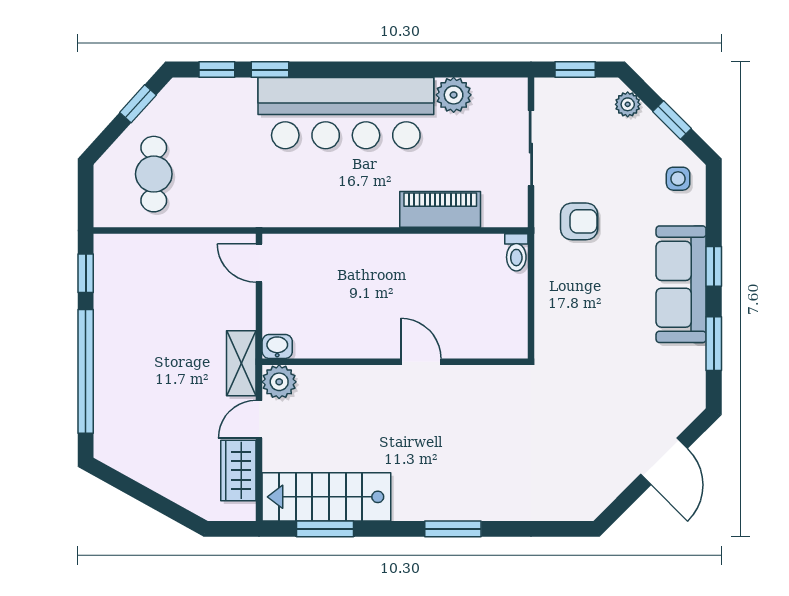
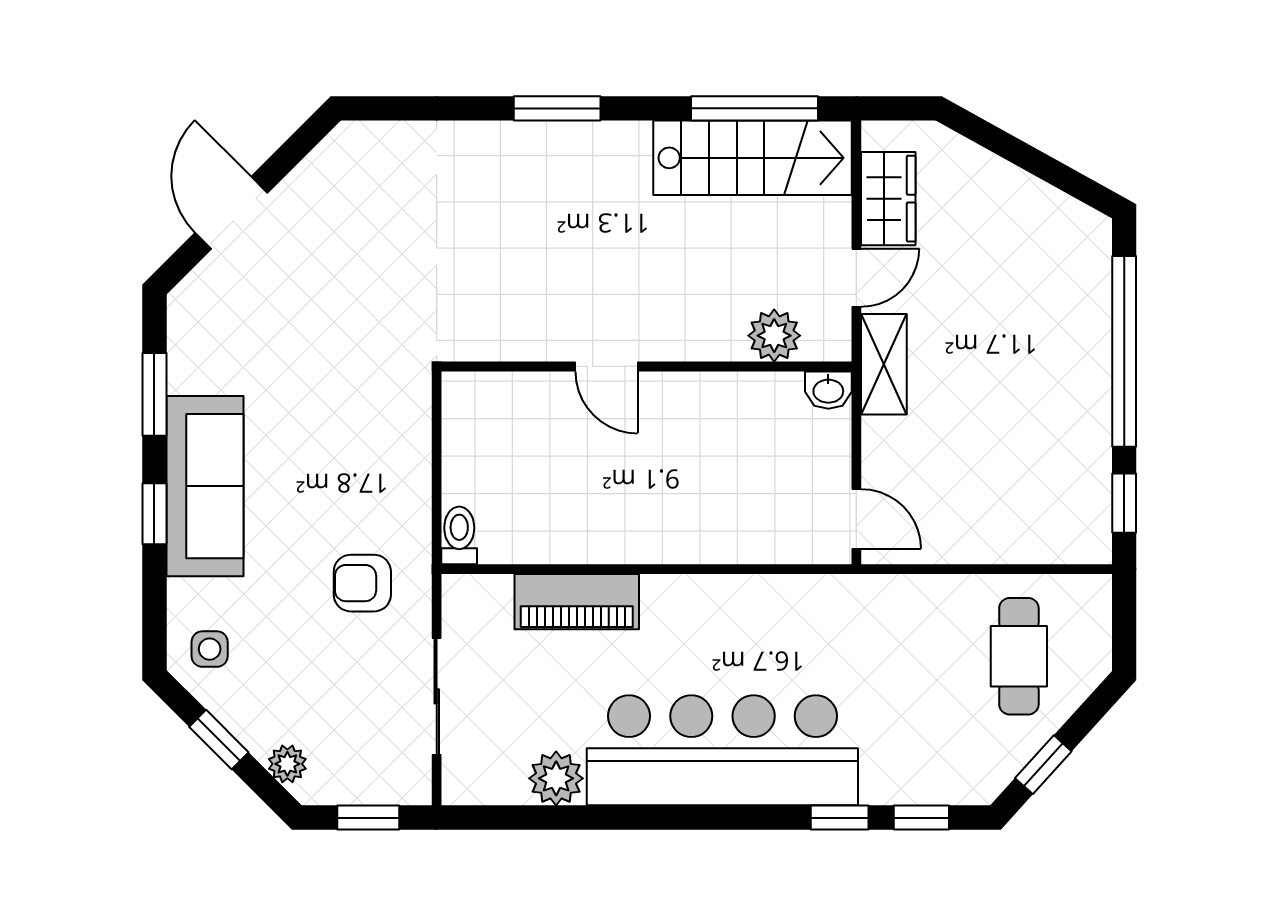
plant: (279, 382) -> (774, 336), moved
window: (325, 529) -> (755, 108), width x1.44

